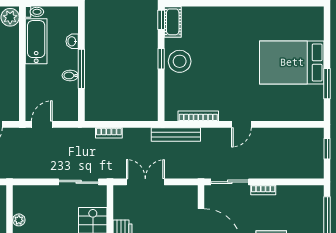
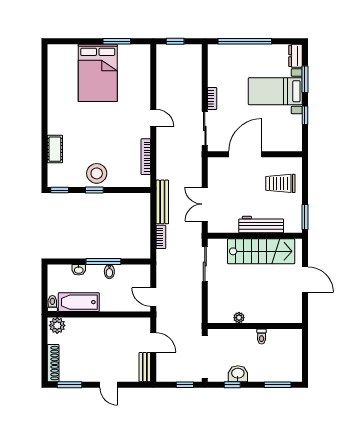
cot: (173, 22) -> (55, 149), moved, turned 90
bench: (176, 134) -> (162, 202), moved

